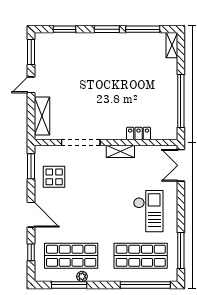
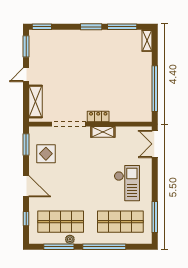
window: (64, 29) -> (42, 27), moved
locker: (139, 133) -> (98, 117), moved
window: (145, 285) -> (104, 247), moved

